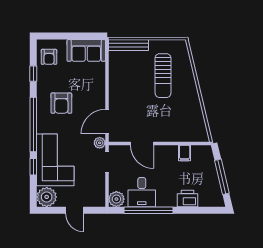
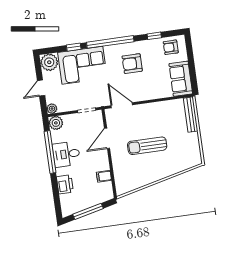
sun lounger: (163, 76) -> (147, 146), moved
plant: (100, 143) -> (52, 109), moved
desk: (142, 192) -> (66, 154), moved

